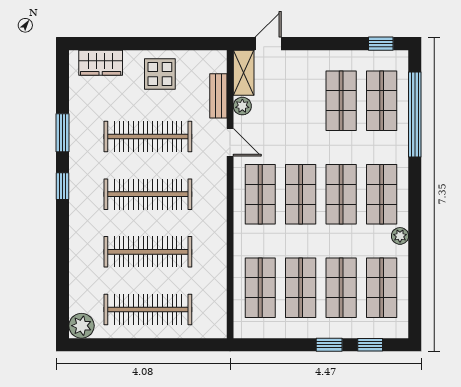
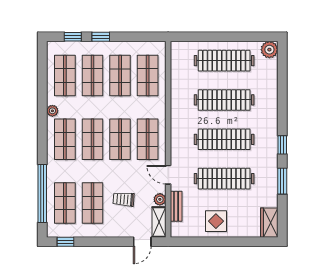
wardrobe: (101, 63) -> (269, 223), moved, turned -90
trolley: (295, 106) -> (124, 199), added

